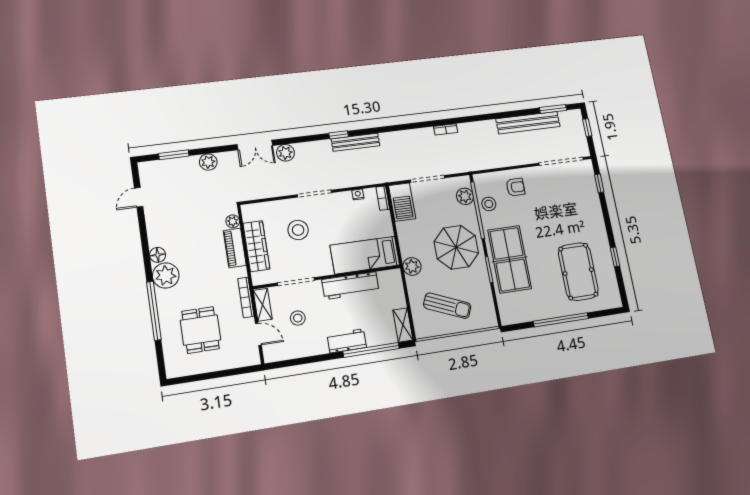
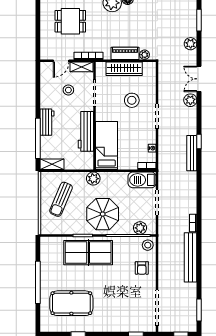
bench: (528, 123) -> (191, 257), moved
stool: (489, 204) -> (148, 245), moved

